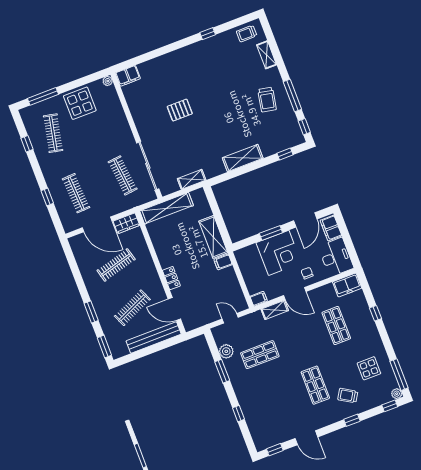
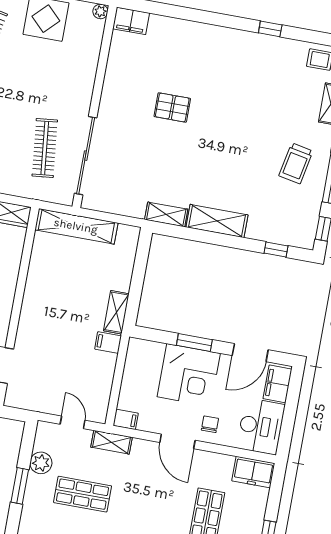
shelving: (192, 179) -> (166, 214), moved
shelving: (213, 237) -> (116, 312), width x0.67, depth x0.75
locker: (171, 278) -> (27, 322), removed
shelving: (275, 310) -> (112, 442), moved

